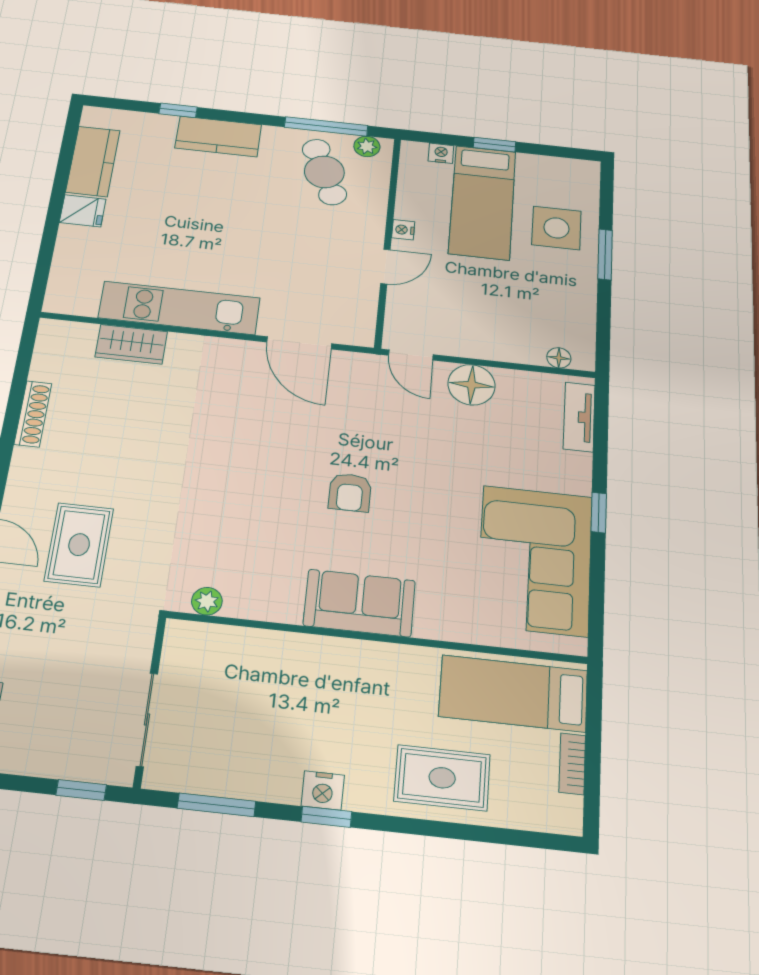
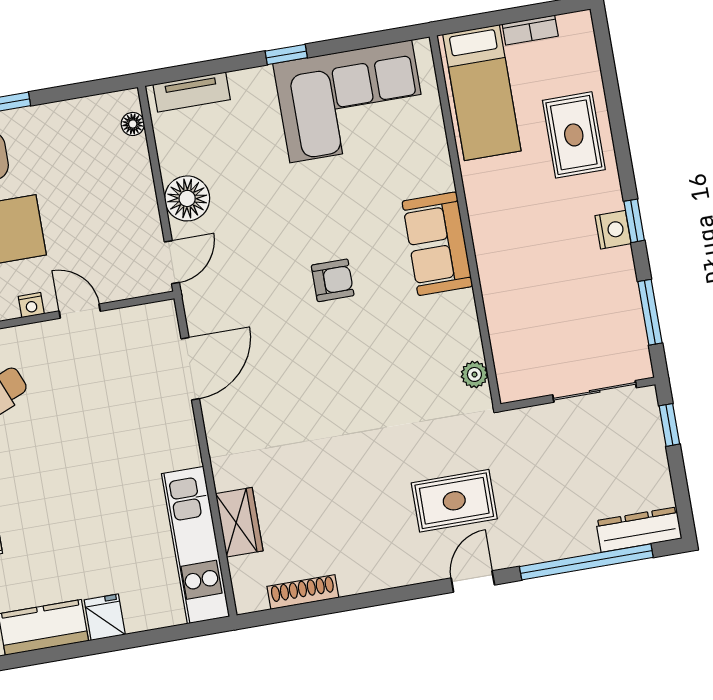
kitchen unit: (179, 308) -> (195, 545), moved
shoe rack: (33, 414) -> (303, 592), moved

